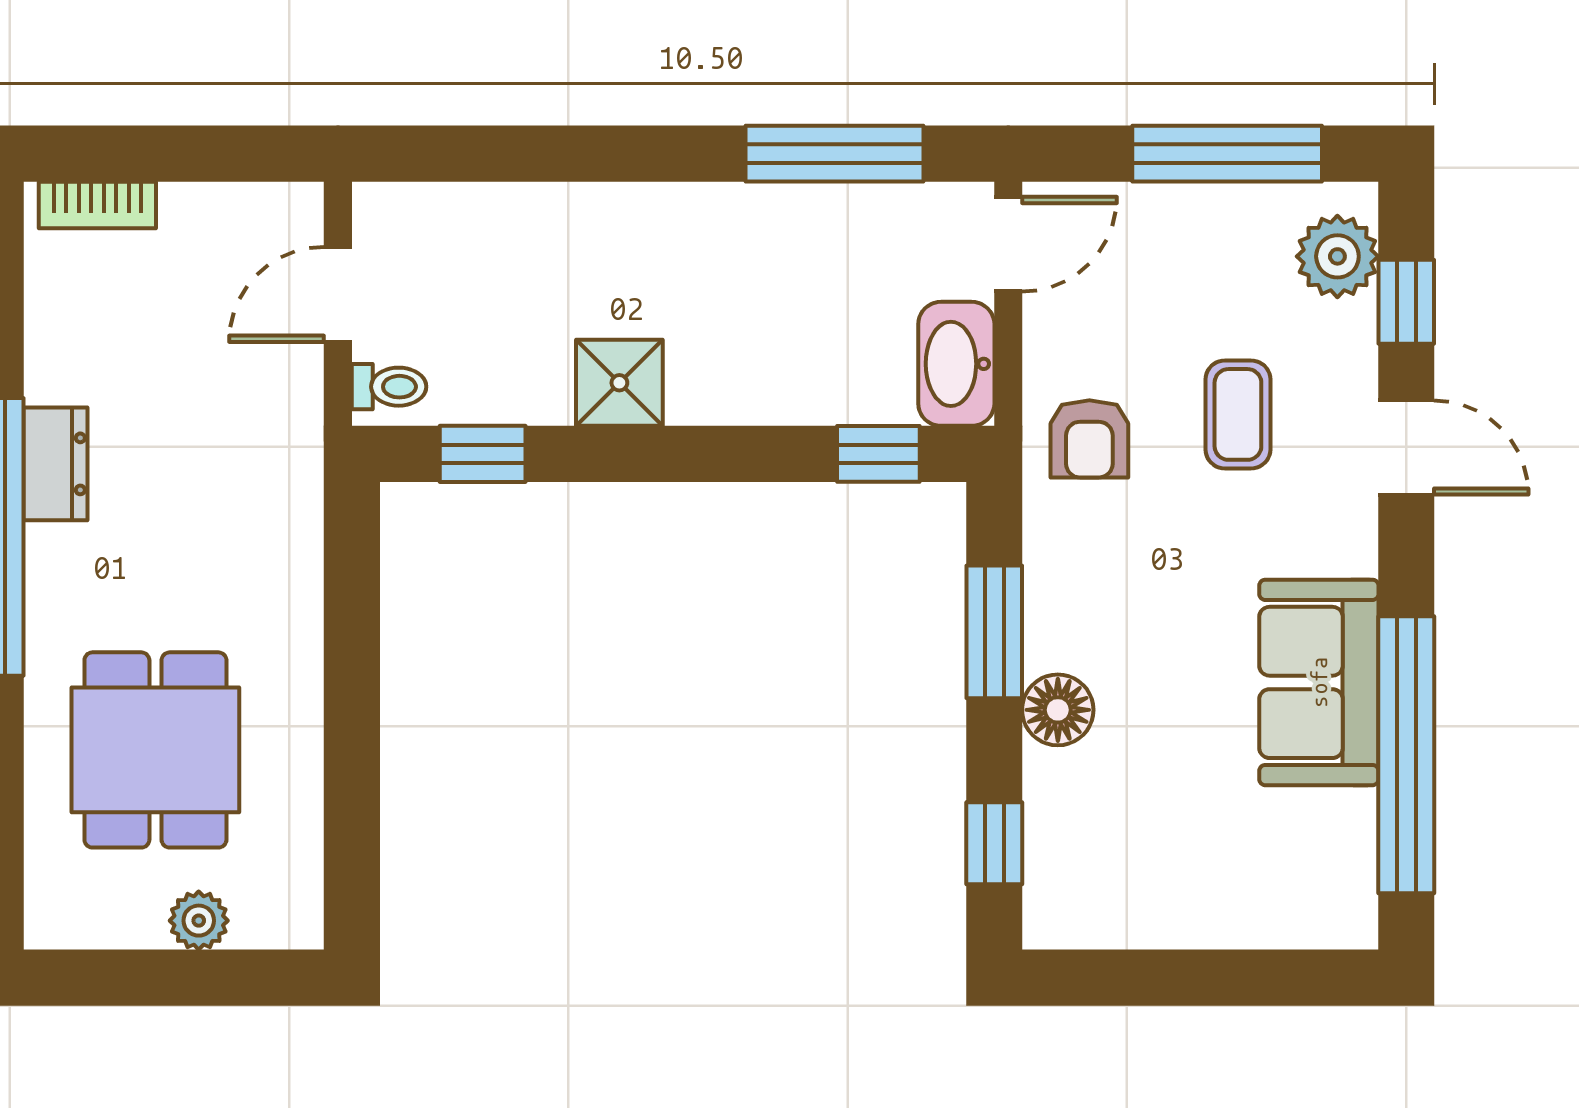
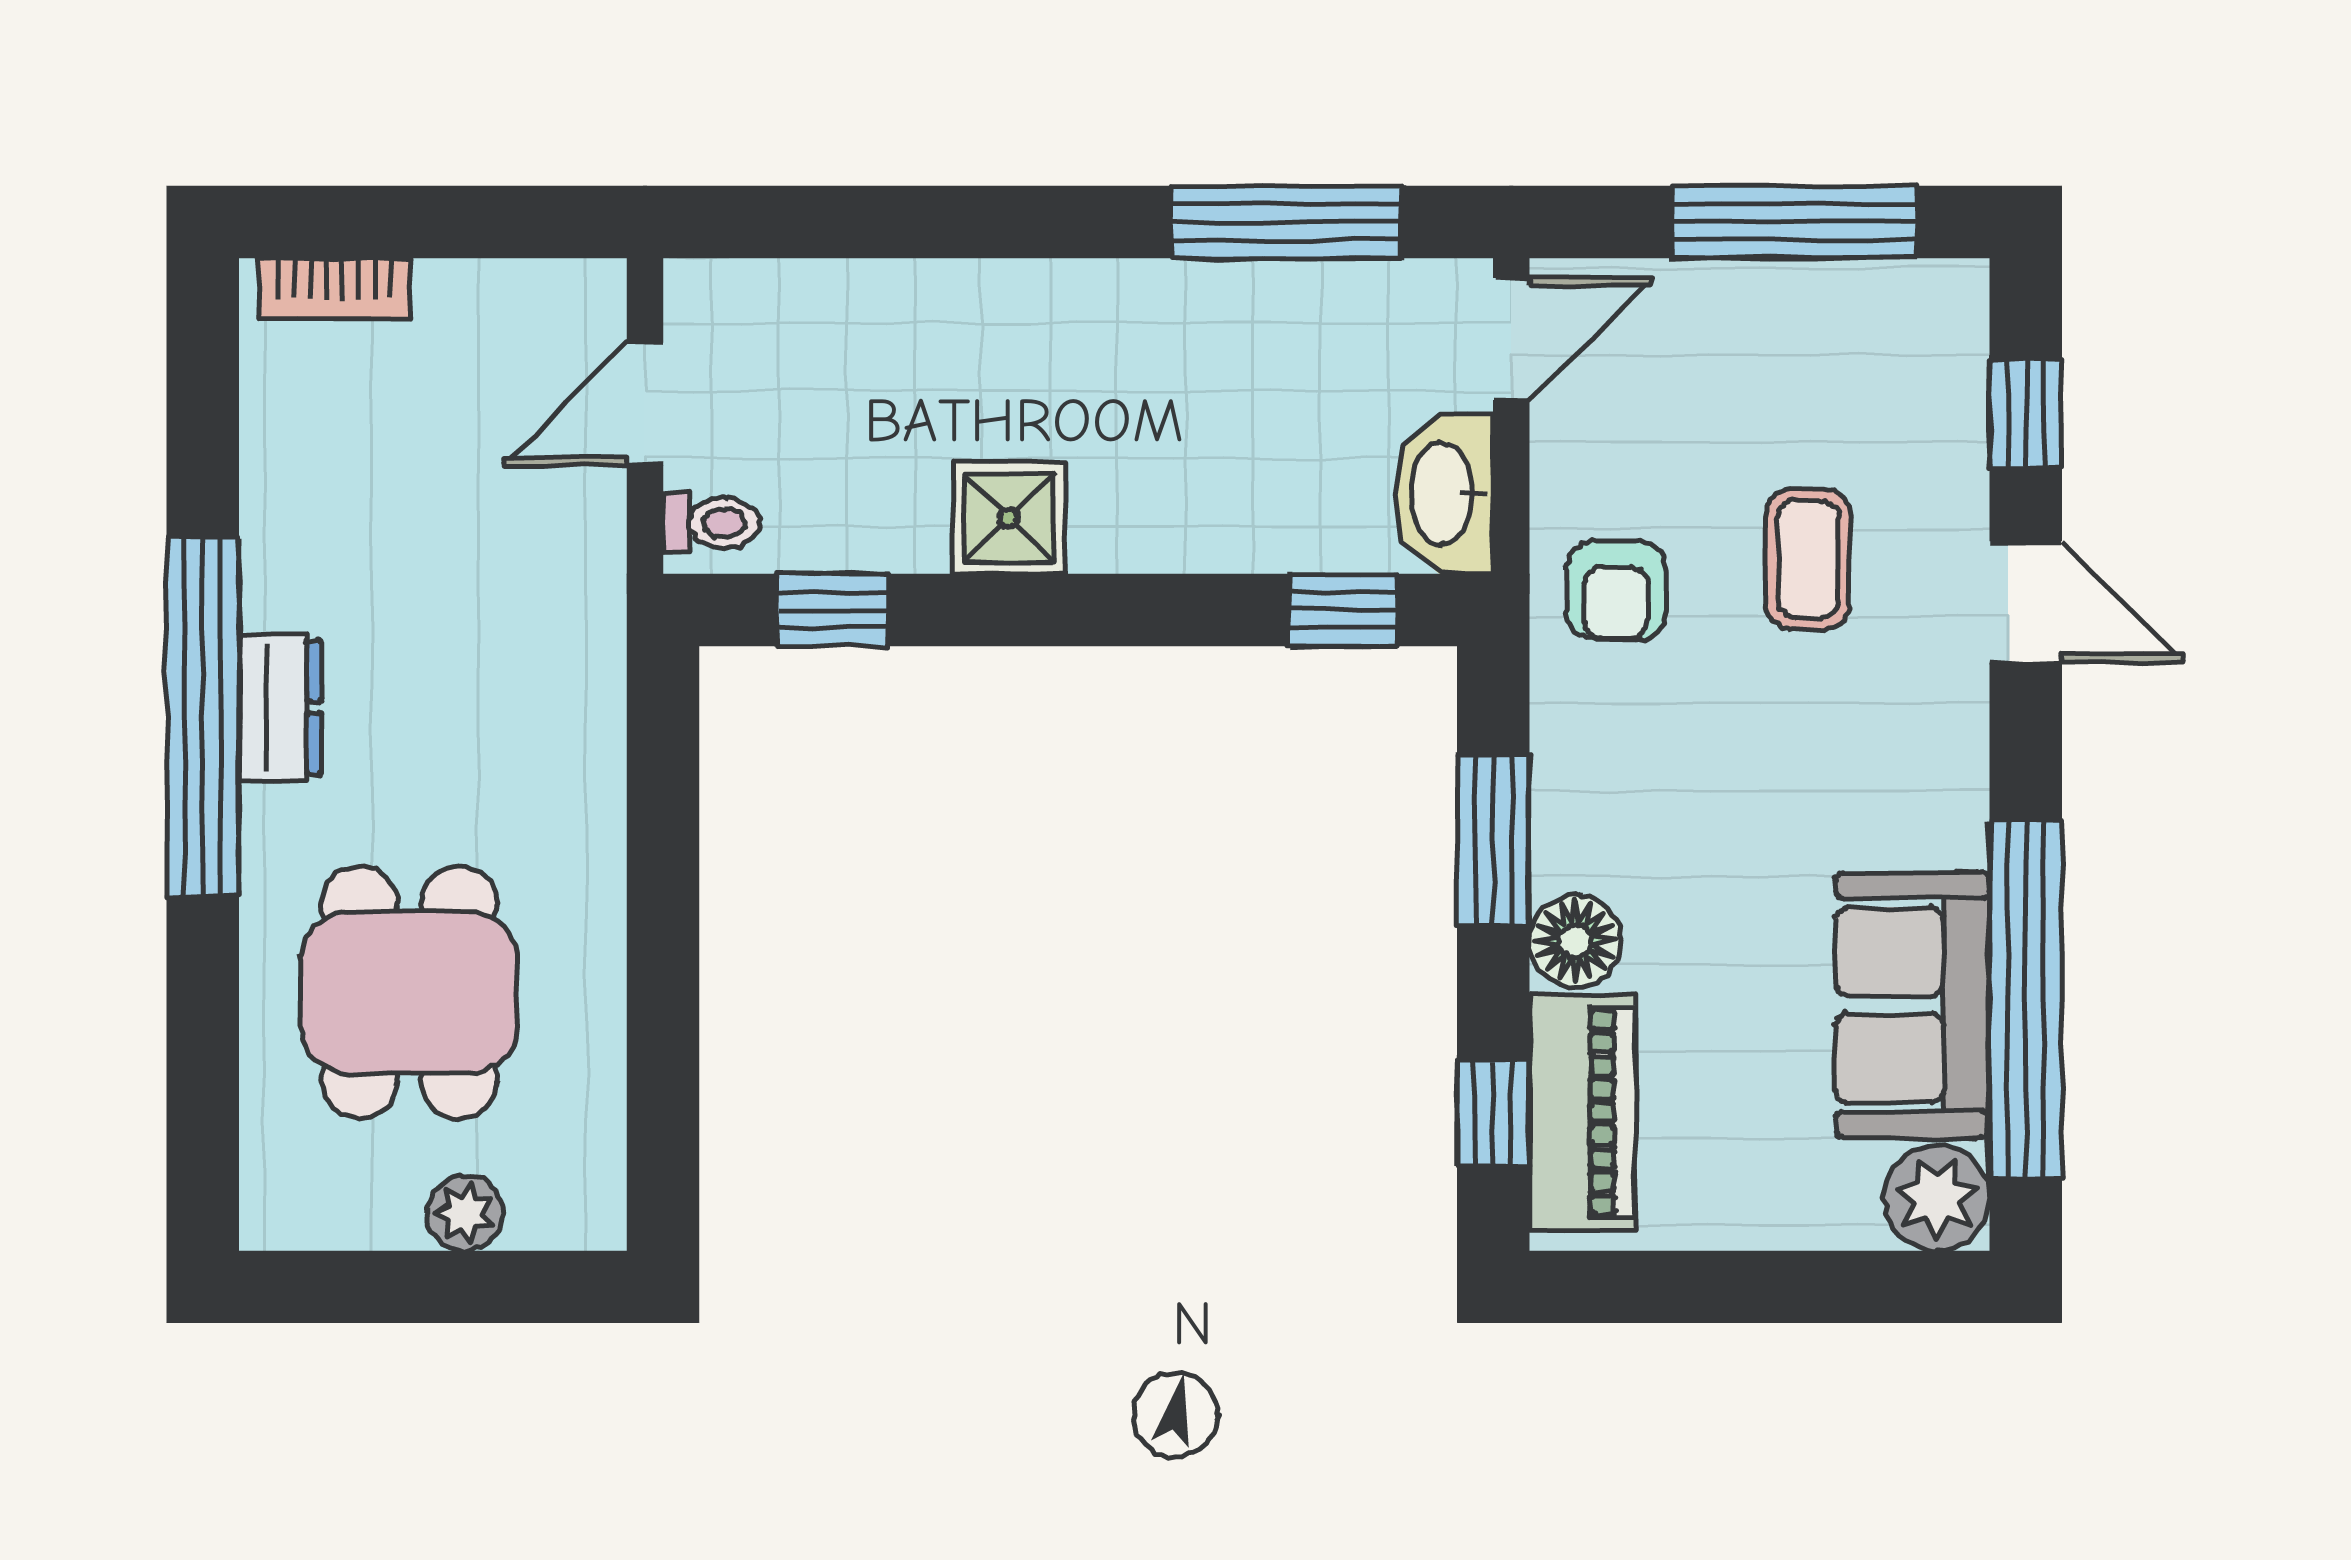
plant: (1337, 256) -> (1937, 1198), moved
dresser: (55, 464) -> (280, 707), moved
sofa: (1319, 682) -> (1913, 1005), moved
piano: (1063, 842) -> (1582, 1112), added

